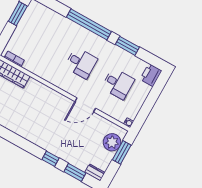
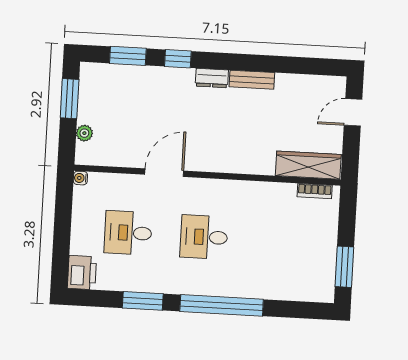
bench: (19, 130) -> (252, 80), added
plant: (112, 142) -> (84, 133), width x0.53, depth x0.53
window: (122, 152) -> (70, 99), moved
dresser: (95, 172) -> (212, 78), moved

